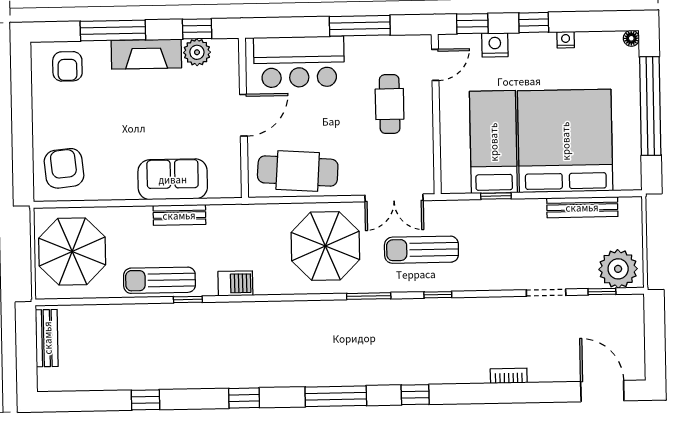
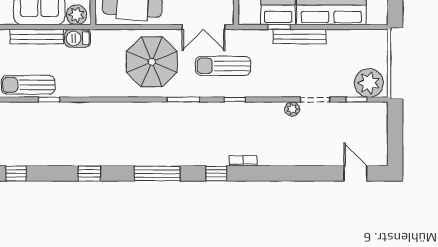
plant: (223, 185) -> (77, 15), added
bench: (582, 207) -> (300, 37), moved
bench: (179, 215) -> (37, 37), width x1.36
barbecue: (235, 283) -> (78, 38), moved, turned 180
plant: (516, 306) -> (292, 109), added
bookcase: (509, 376) -> (243, 161), moved
door: (602, 391) -> (355, 173), width x0.73

